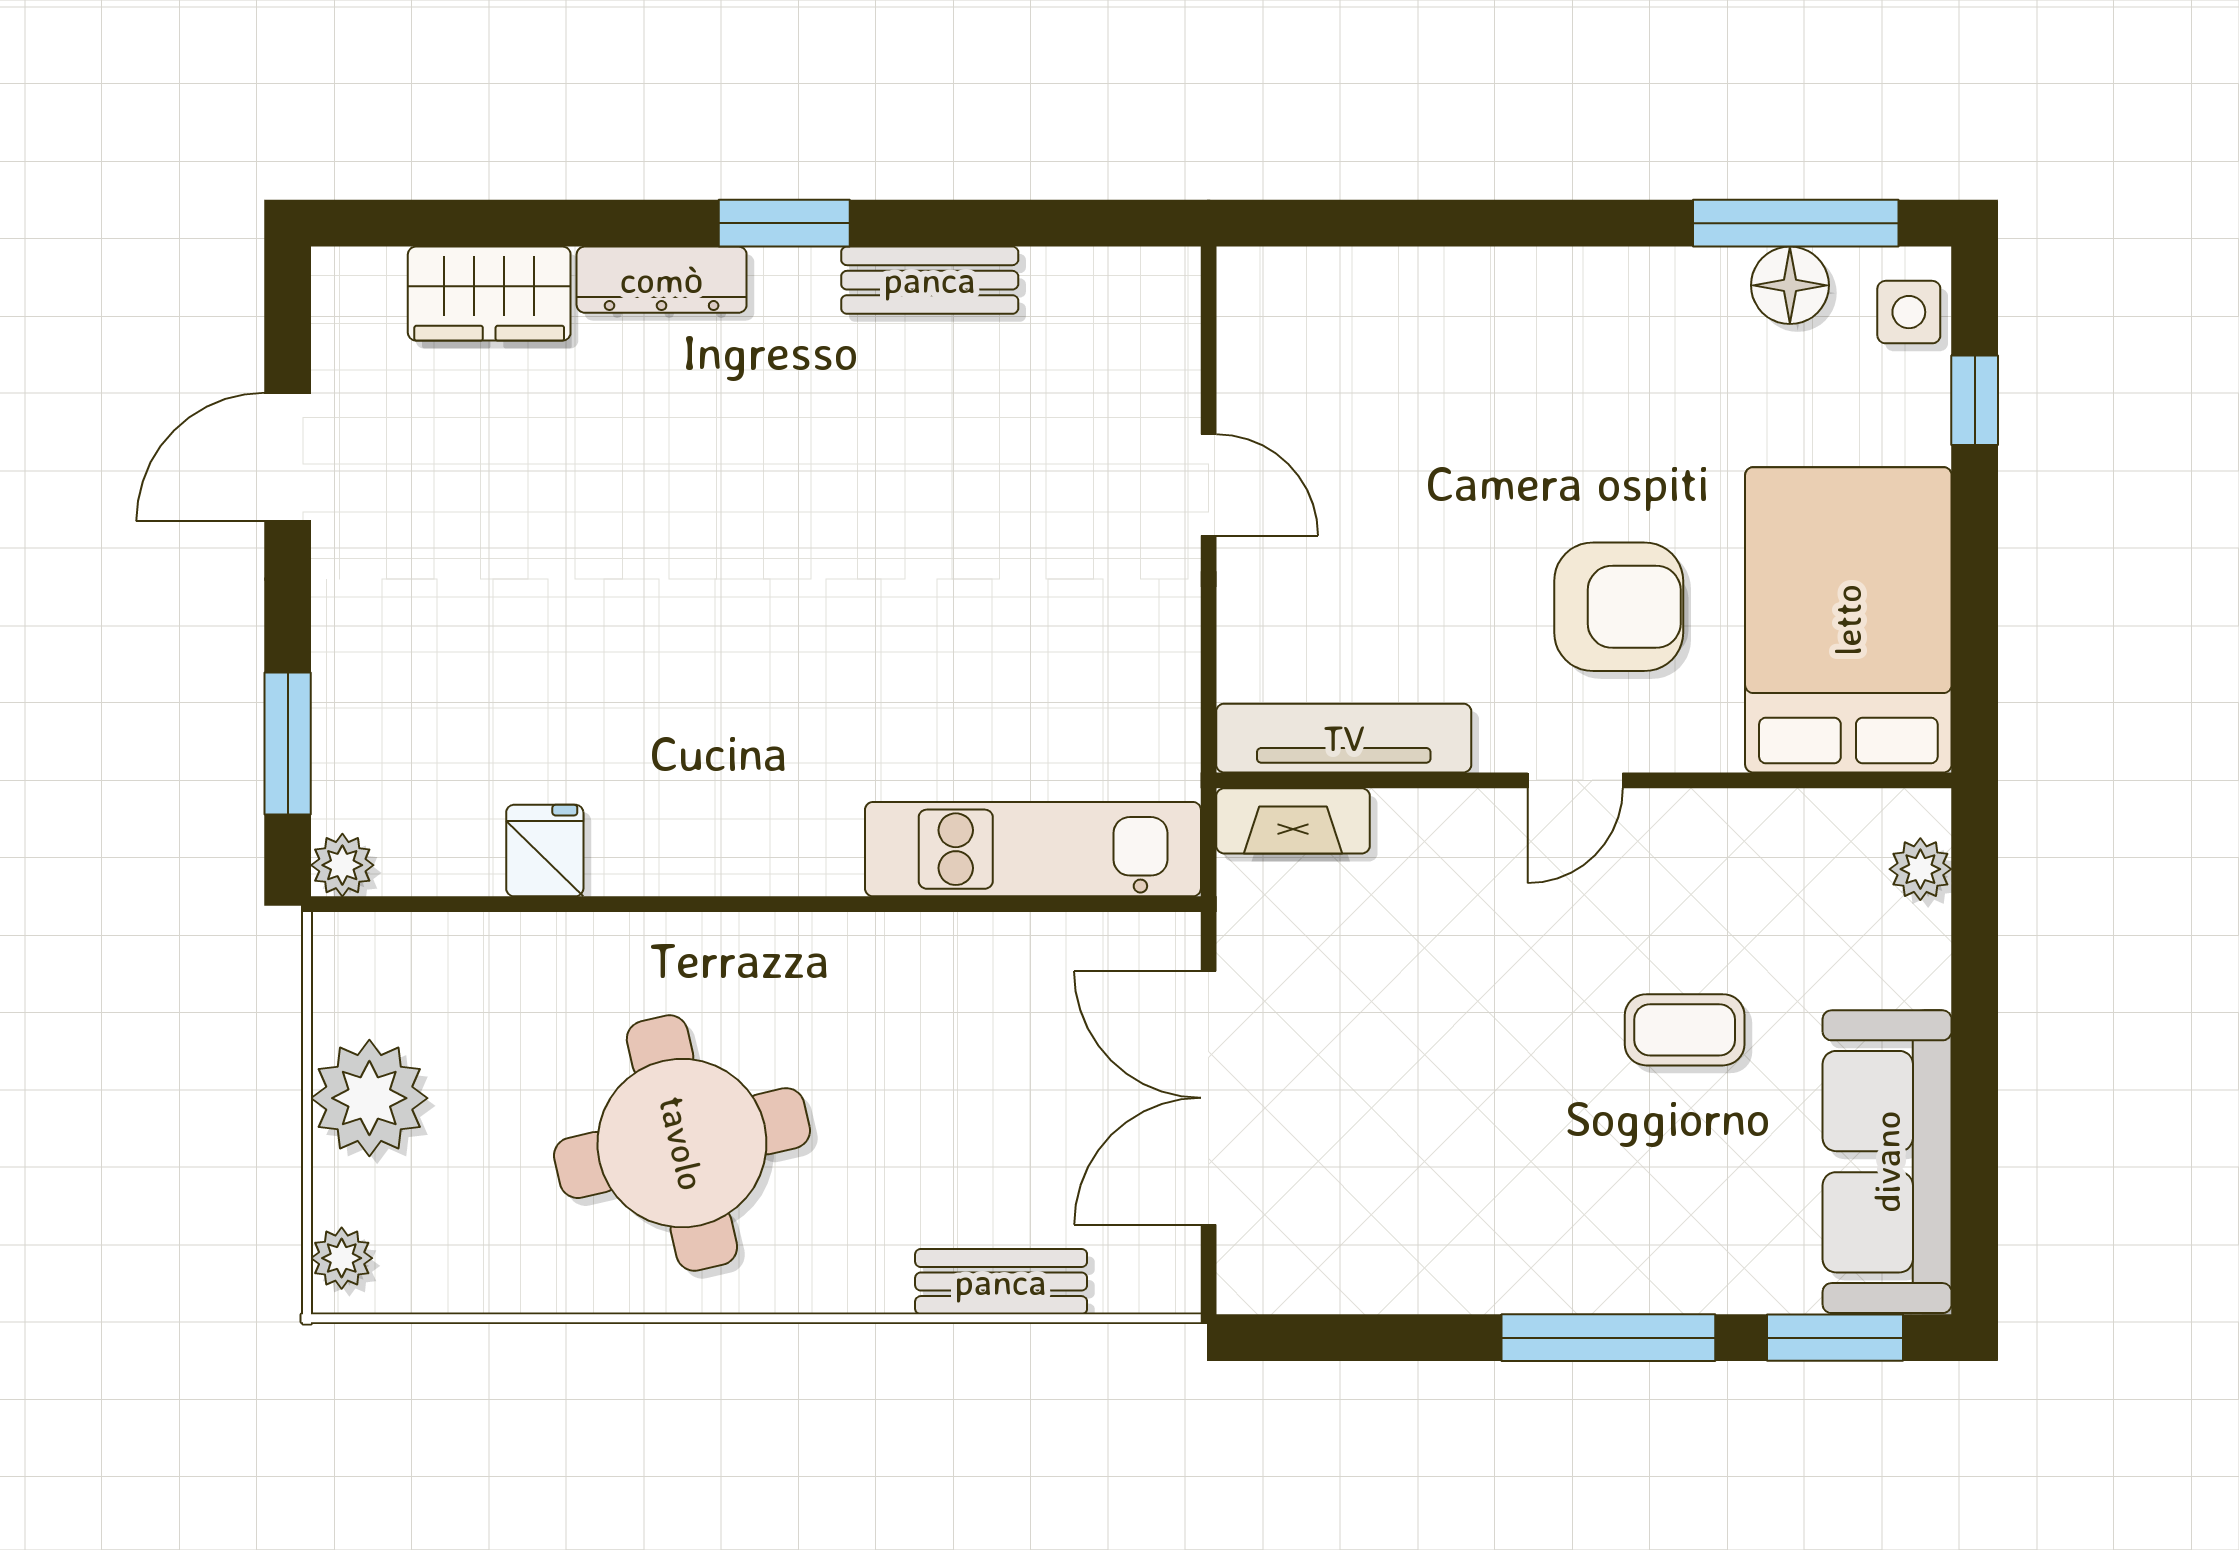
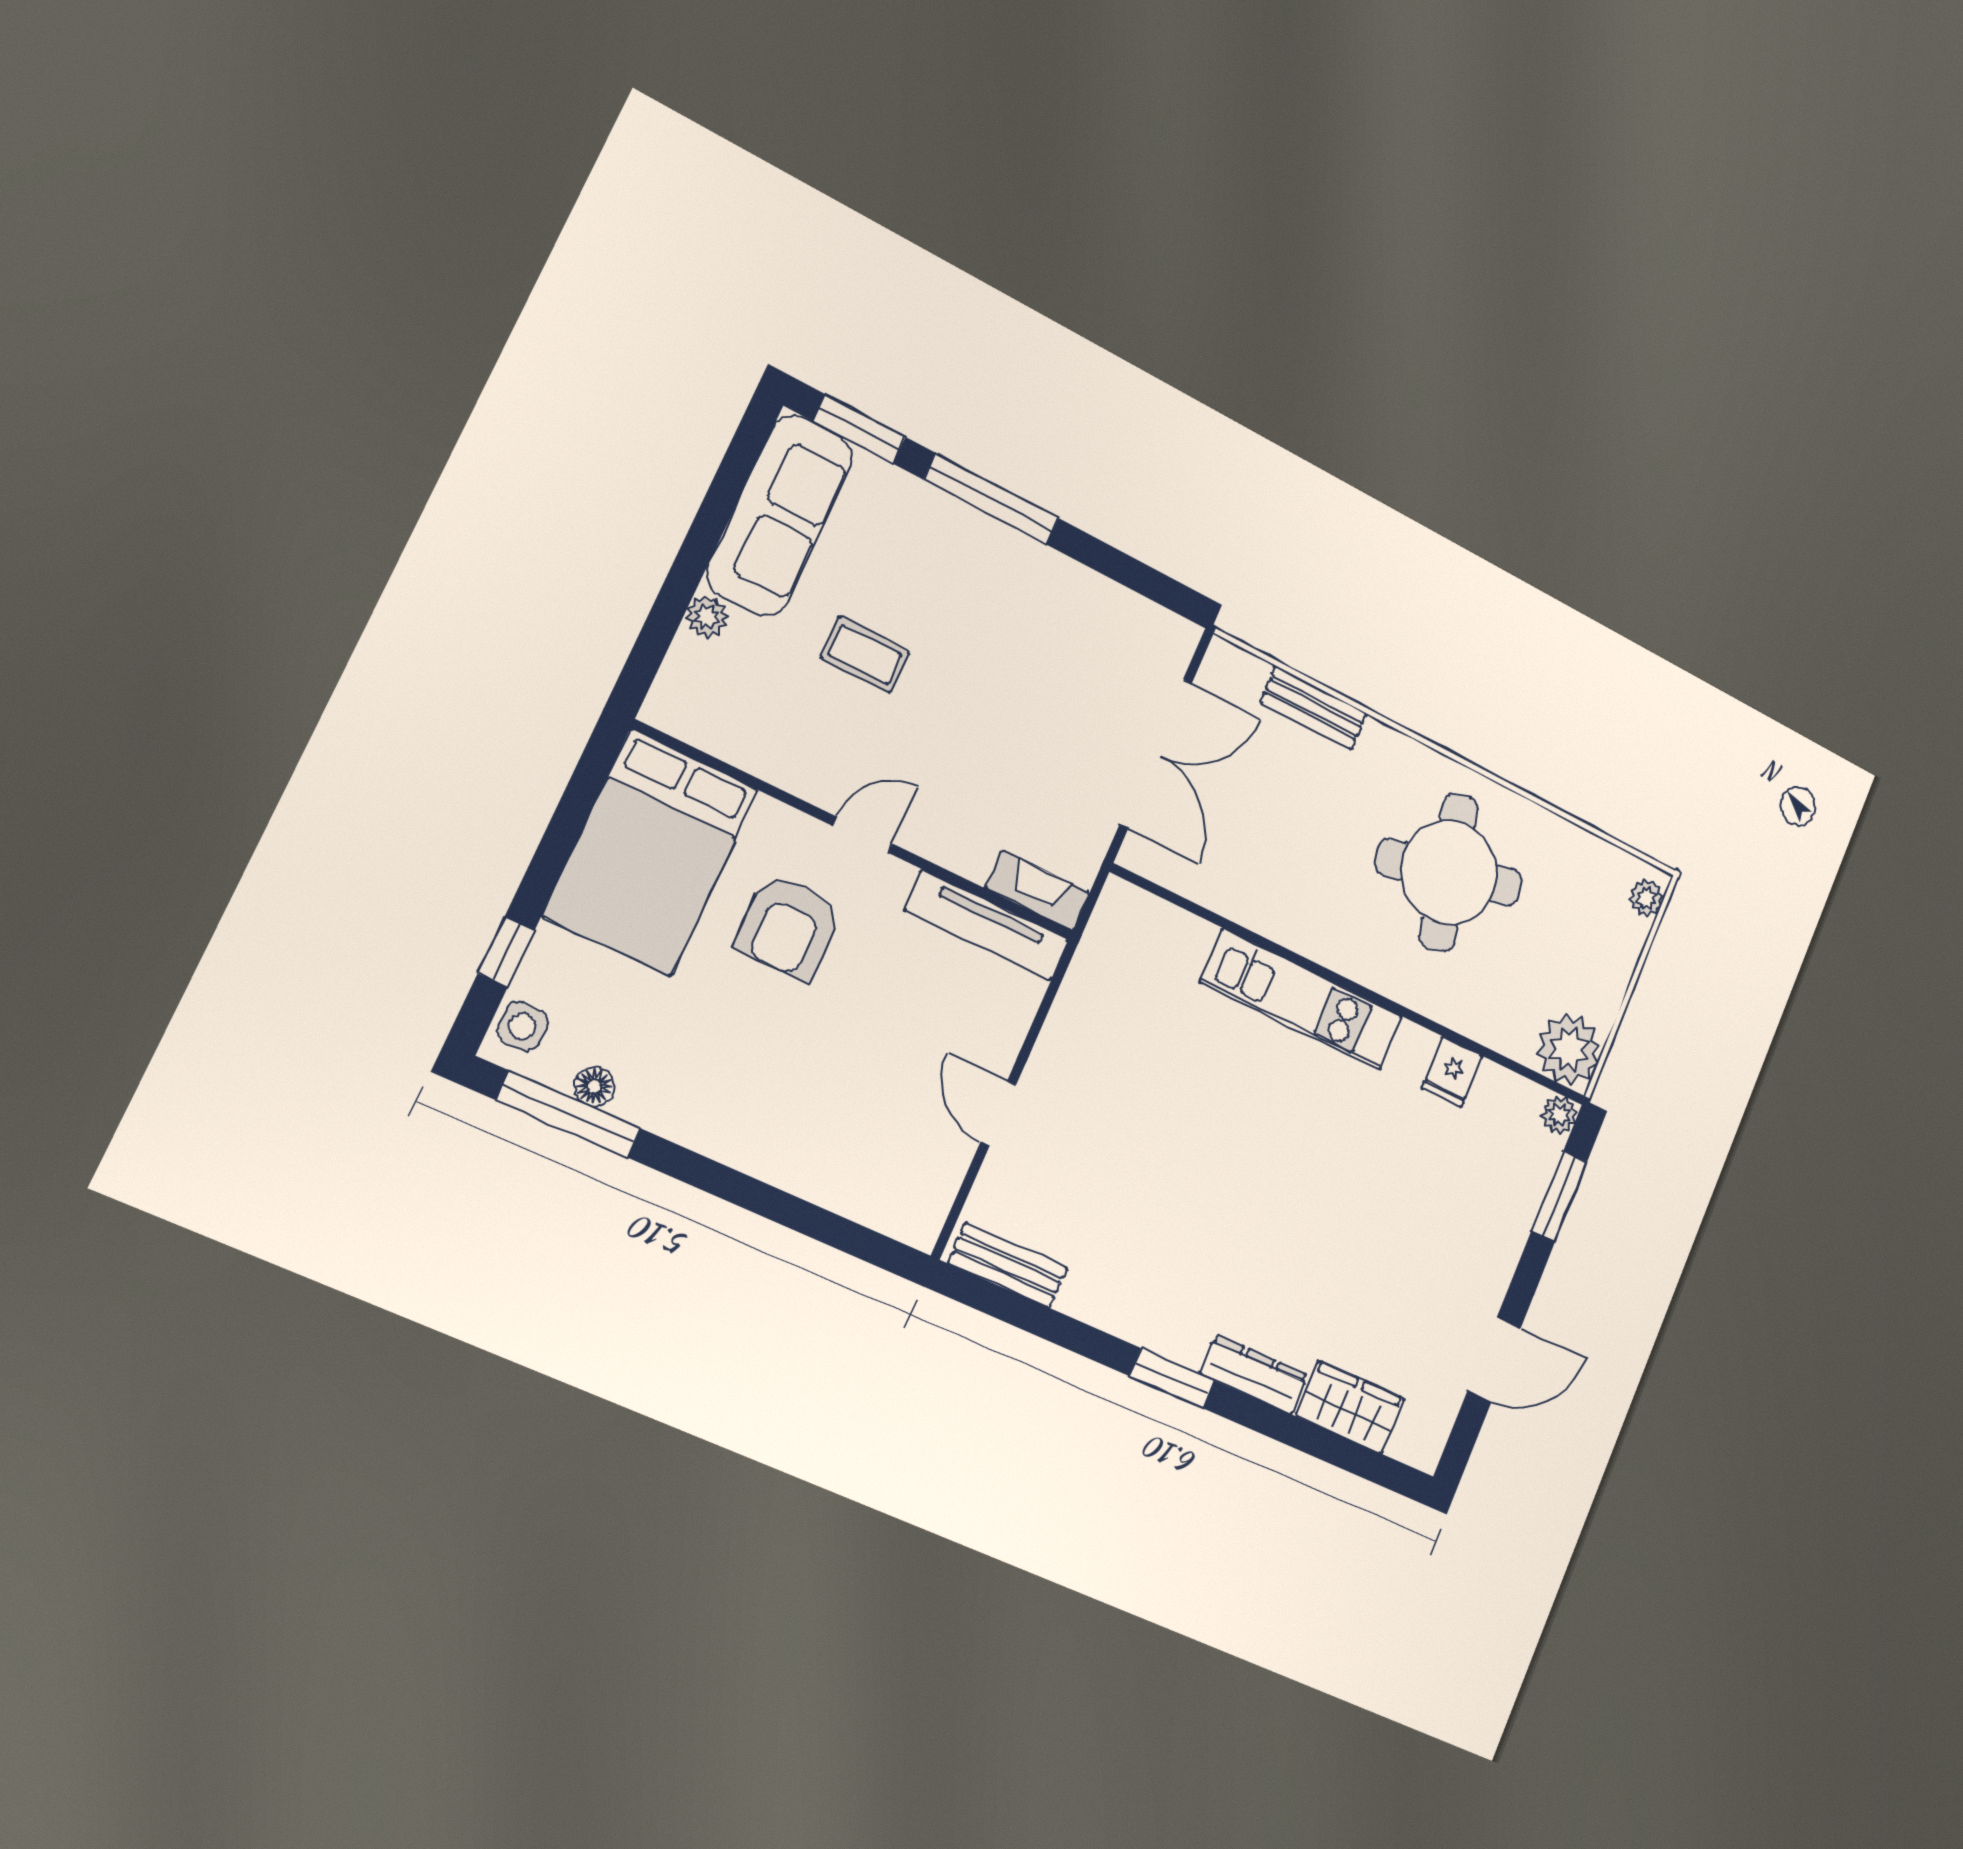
bench: (930, 280) -> (1008, 1265), moved
floor lamp: (1790, 285) -> (594, 1086), width x0.73, depth x0.73
armchair: (1619, 607) -> (788, 927), turned -90
kitchen unit: (1033, 849) -> (1302, 1000), moved
plant: (1920, 869) -> (707, 617), moved
plant: (369, 1098) -> (1569, 1049), moved

